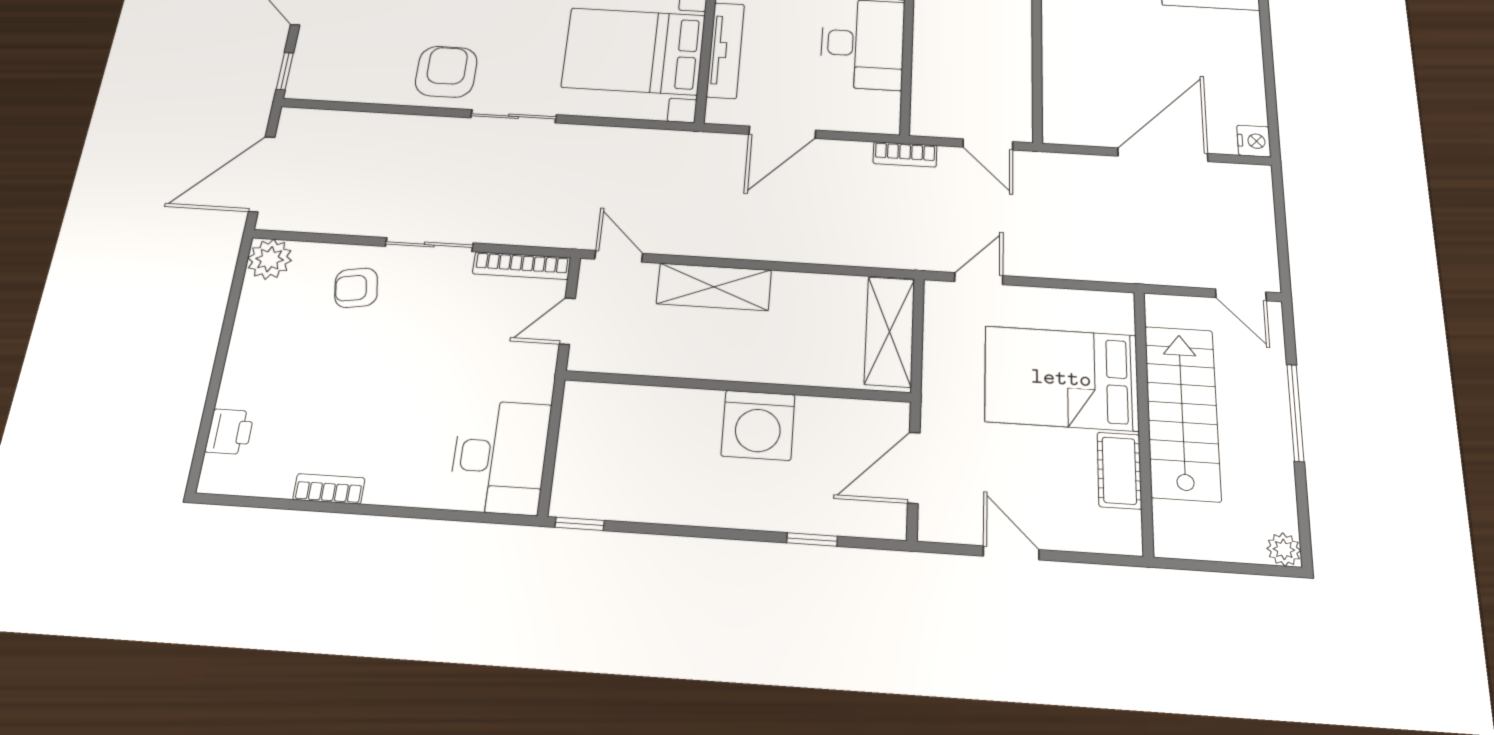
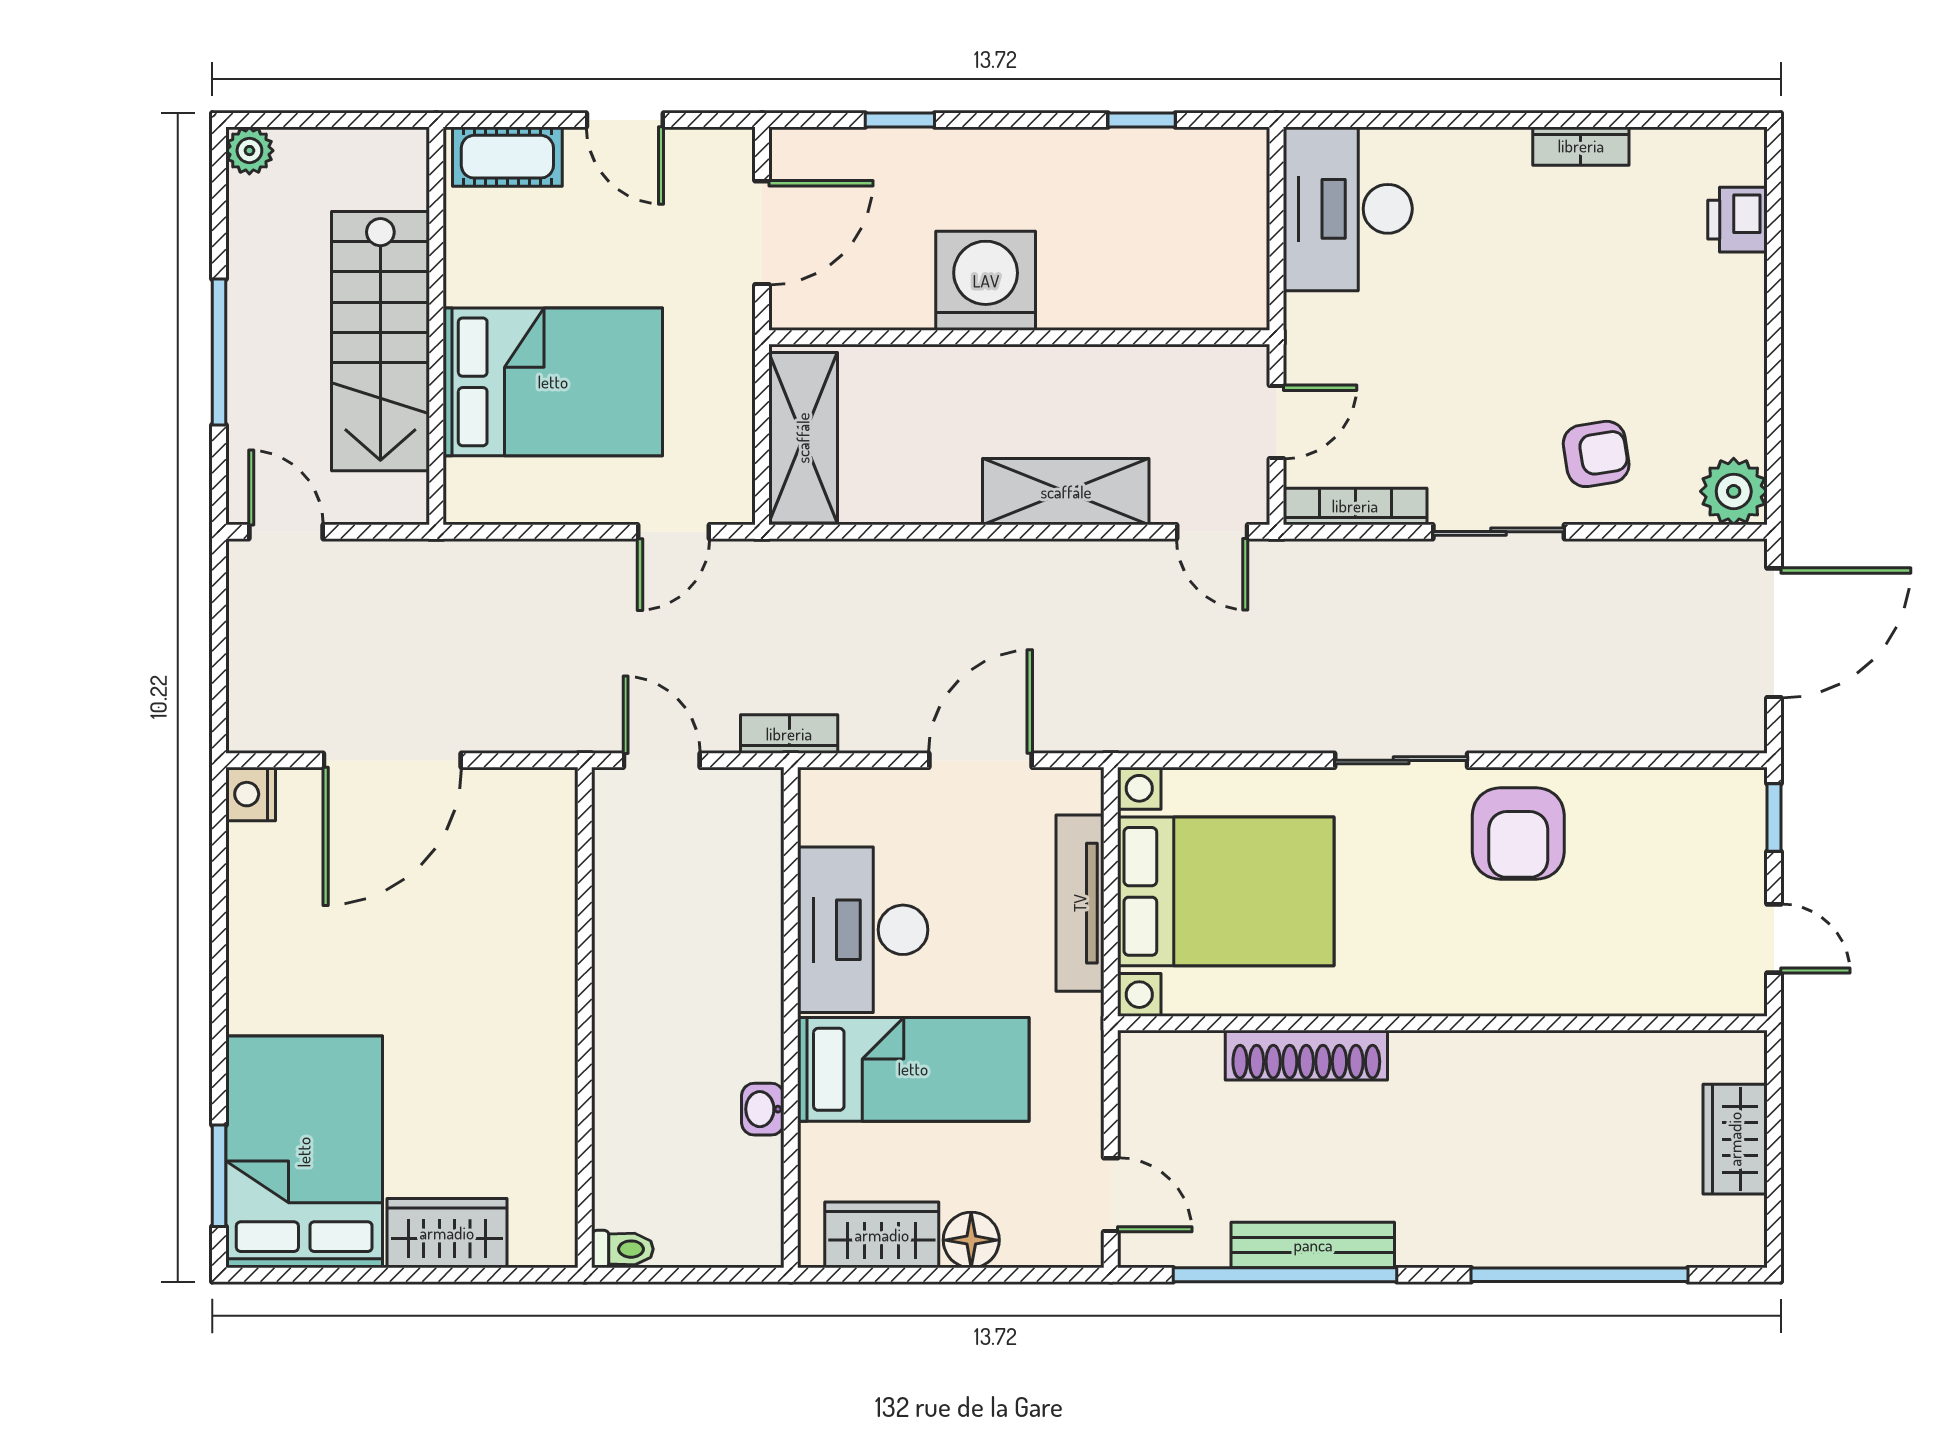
cot: (1119, 471) -> (507, 157), moved, turned 90
window: (580, 524) -> (1142, 120), moved

